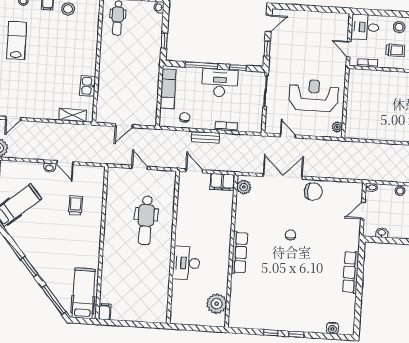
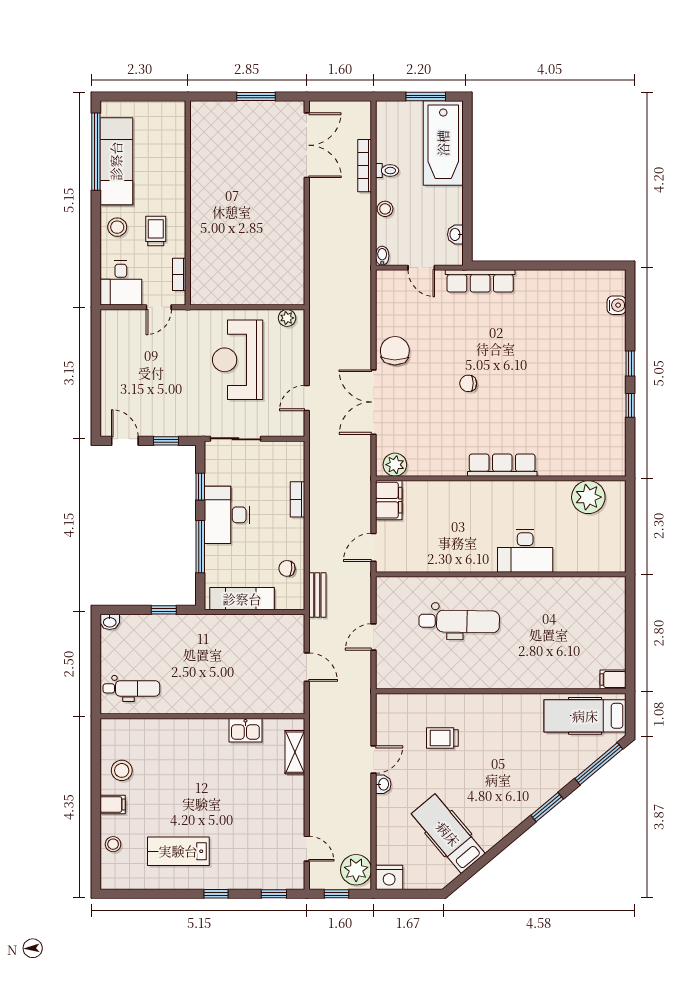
bench: (206, 137) -> (317, 595), moved
row of seats: (351, 272) -> (480, 281), moved

